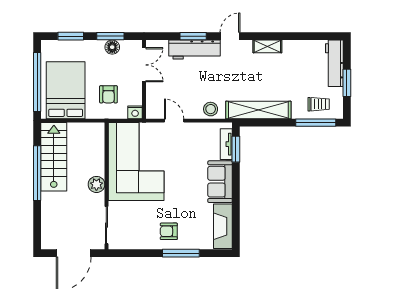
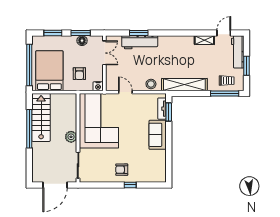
door: (230, 36) -> (224, 33), moved
shelving: (267, 46) -> (204, 40), moved
fireplace: (223, 226) -> (160, 166), removed
window: (181, 253) -> (130, 185), width x0.46

